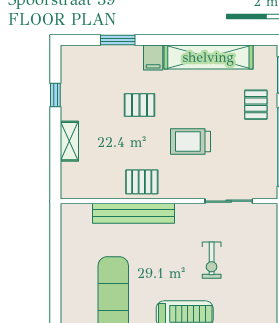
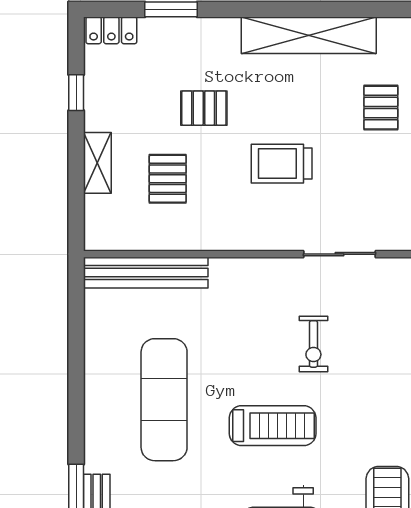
locker: (79, 54) -> (111, 30), added
filing cabinet: (153, 58) -> (225, 36), removed
pallet: (142, 182) -> (168, 179), moved, turned 90
bench: (133, 213) -> (146, 273), moved

